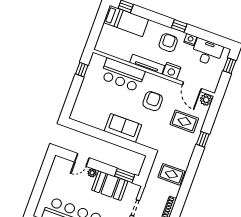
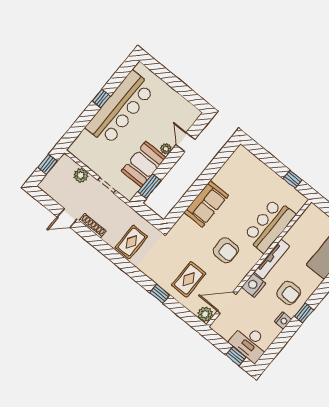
desk: (207, 52) -> (250, 343), moved, turned 90

